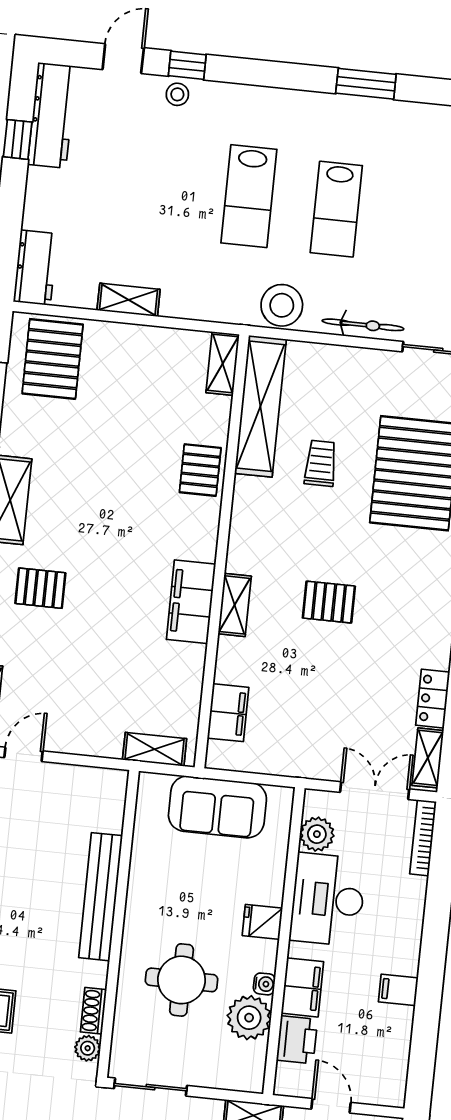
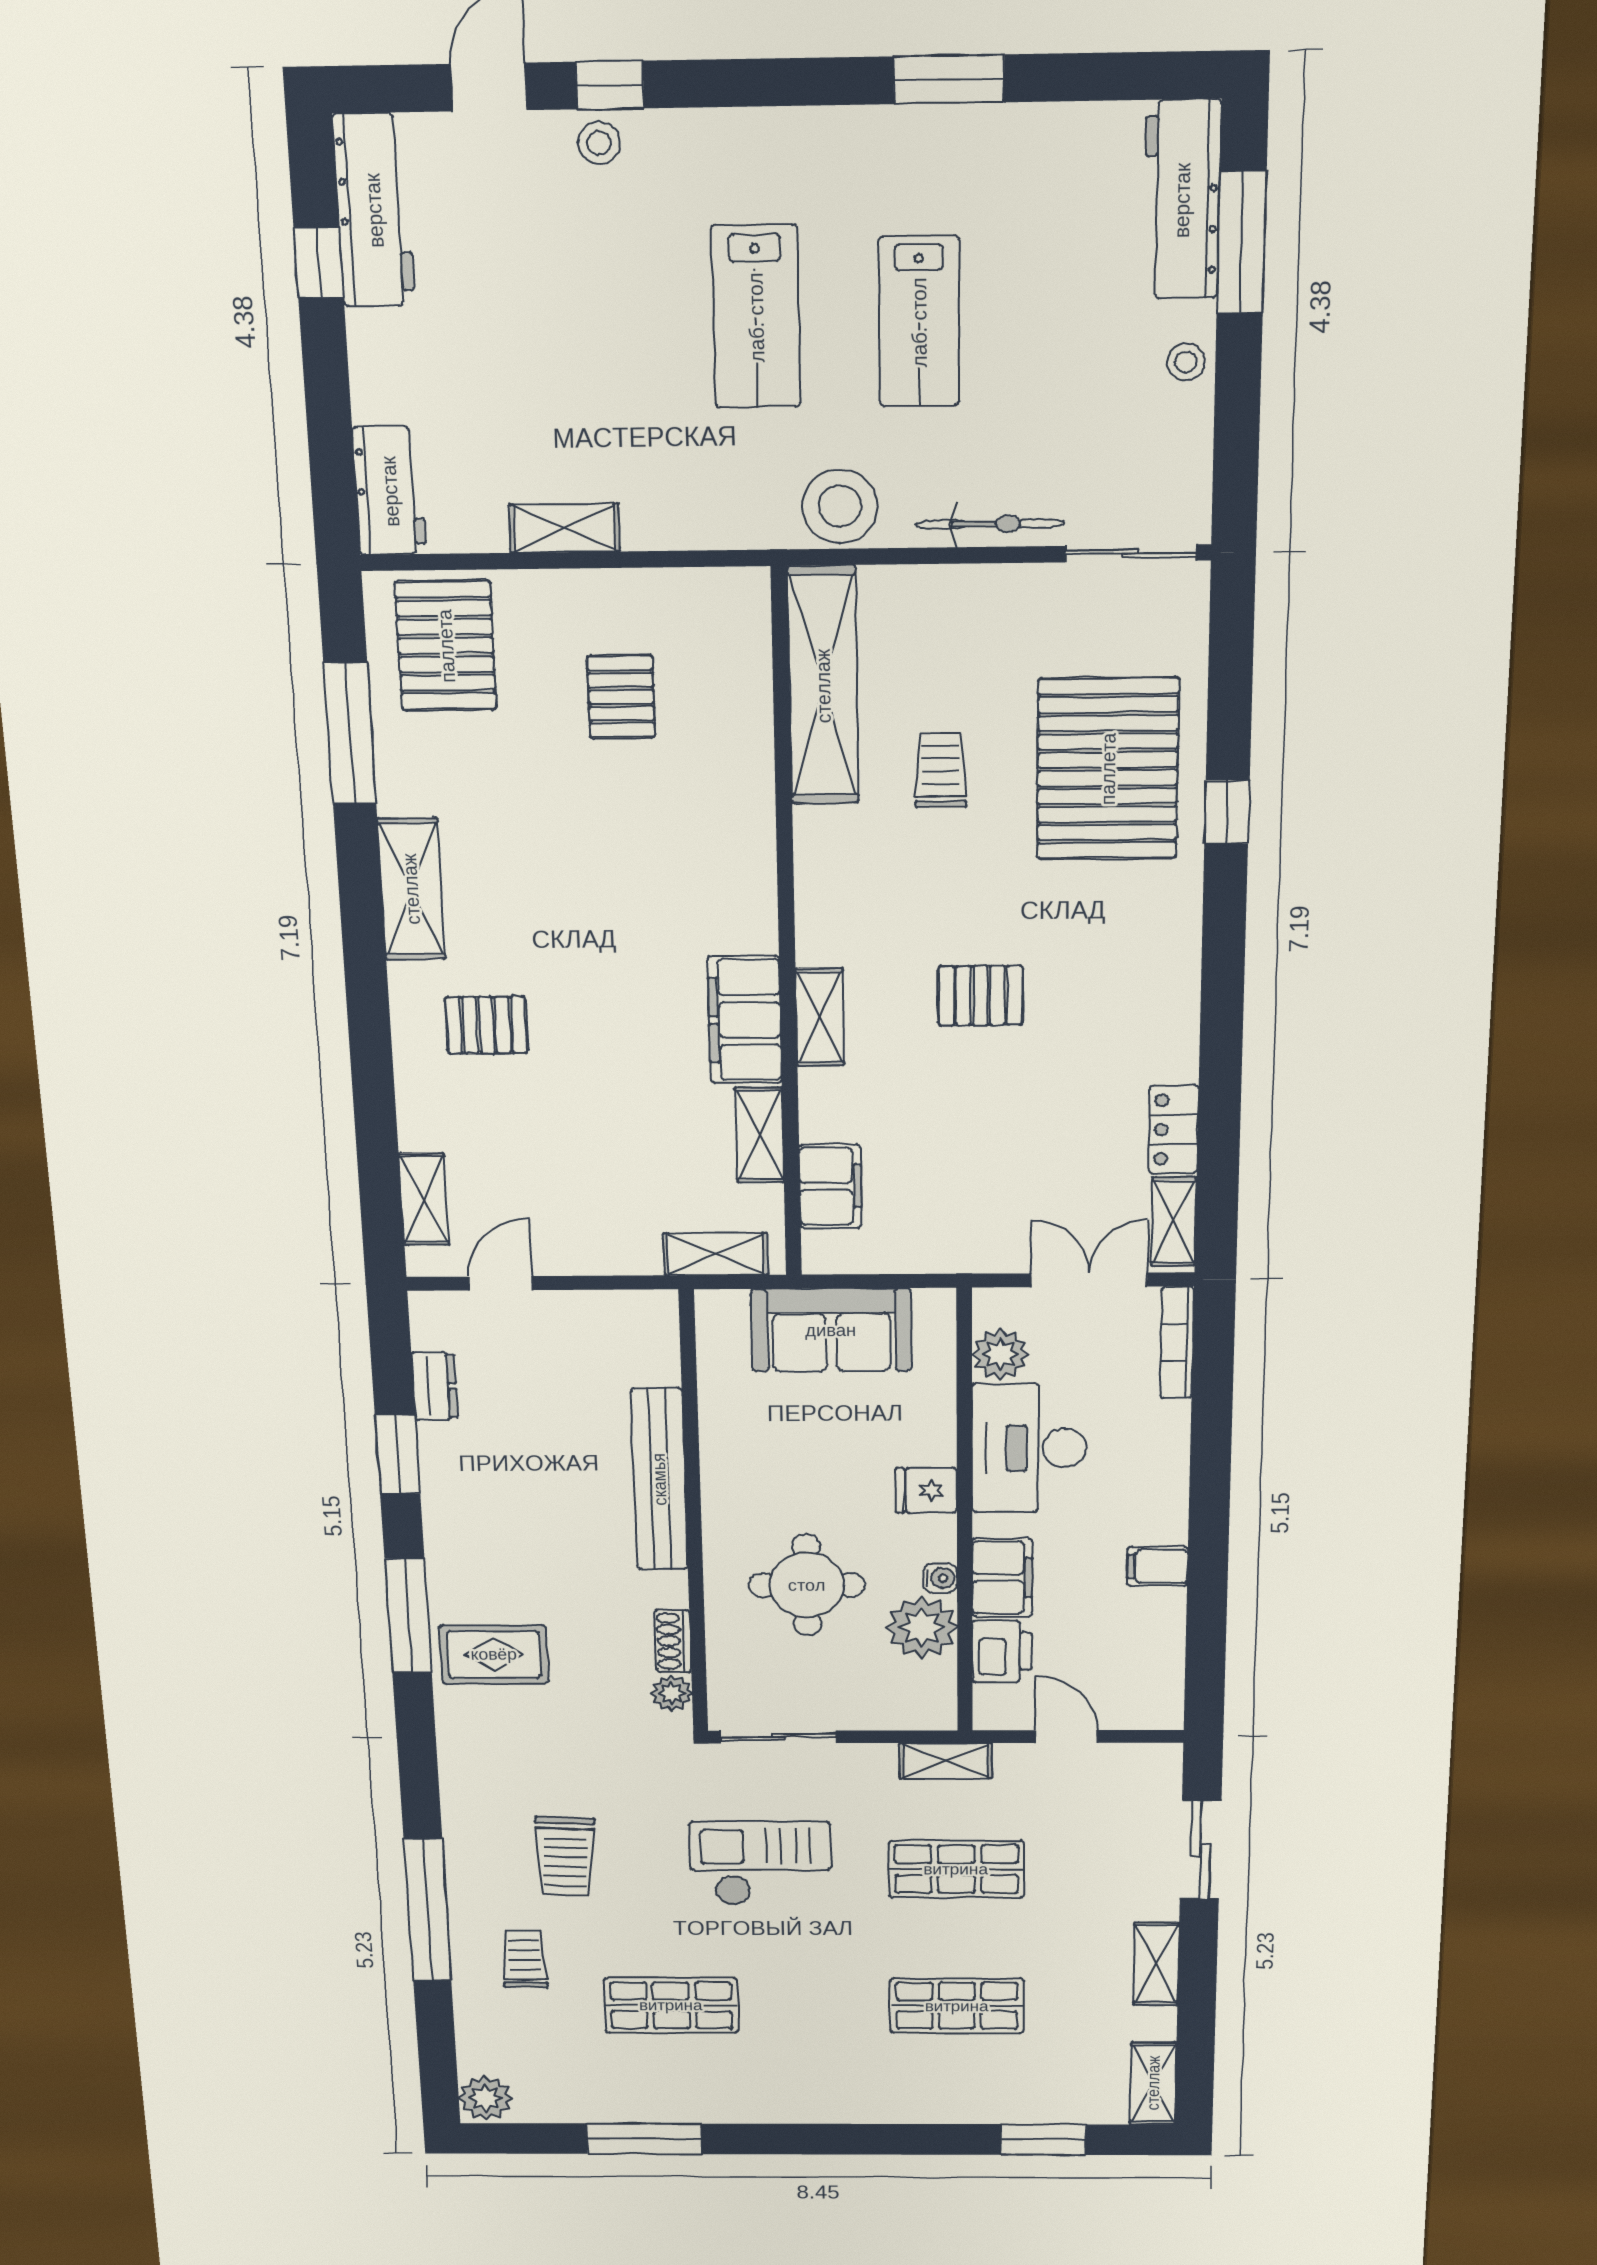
shelving: (223, 363) -> (760, 1135), moved
pallet: (200, 470) -> (621, 697), moved

